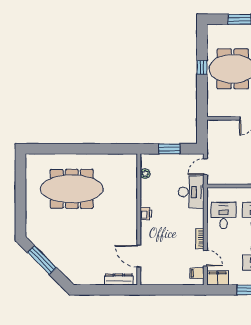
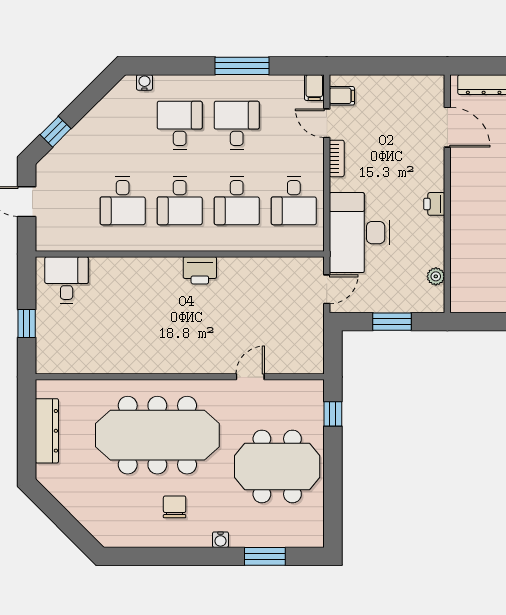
window: (202, 67) -> (333, 414), moved
desk: (191, 192) -> (359, 233), width x1.36, depth x1.30
filing cabinet: (218, 278) -> (314, 88), width x0.50

